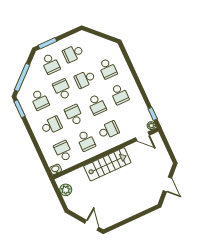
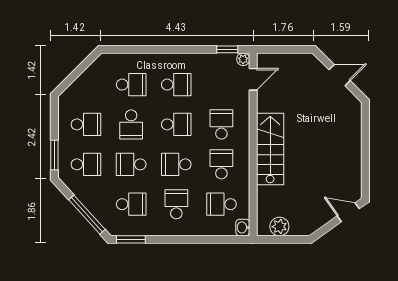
school desk: (73, 53) -> (86, 124), turned -90
school desk: (86, 141) -> (221, 164), turned -90

